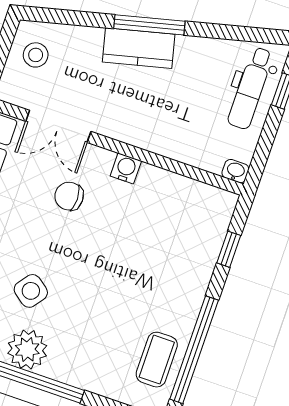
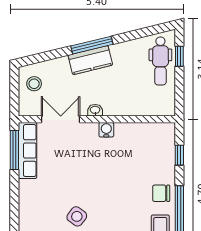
double door: (58, 126) -> (61, 119), swing flipped
washbasin: (235, 171) -> (95, 110), moved
chair: (69, 196) -> (161, 193), moved

